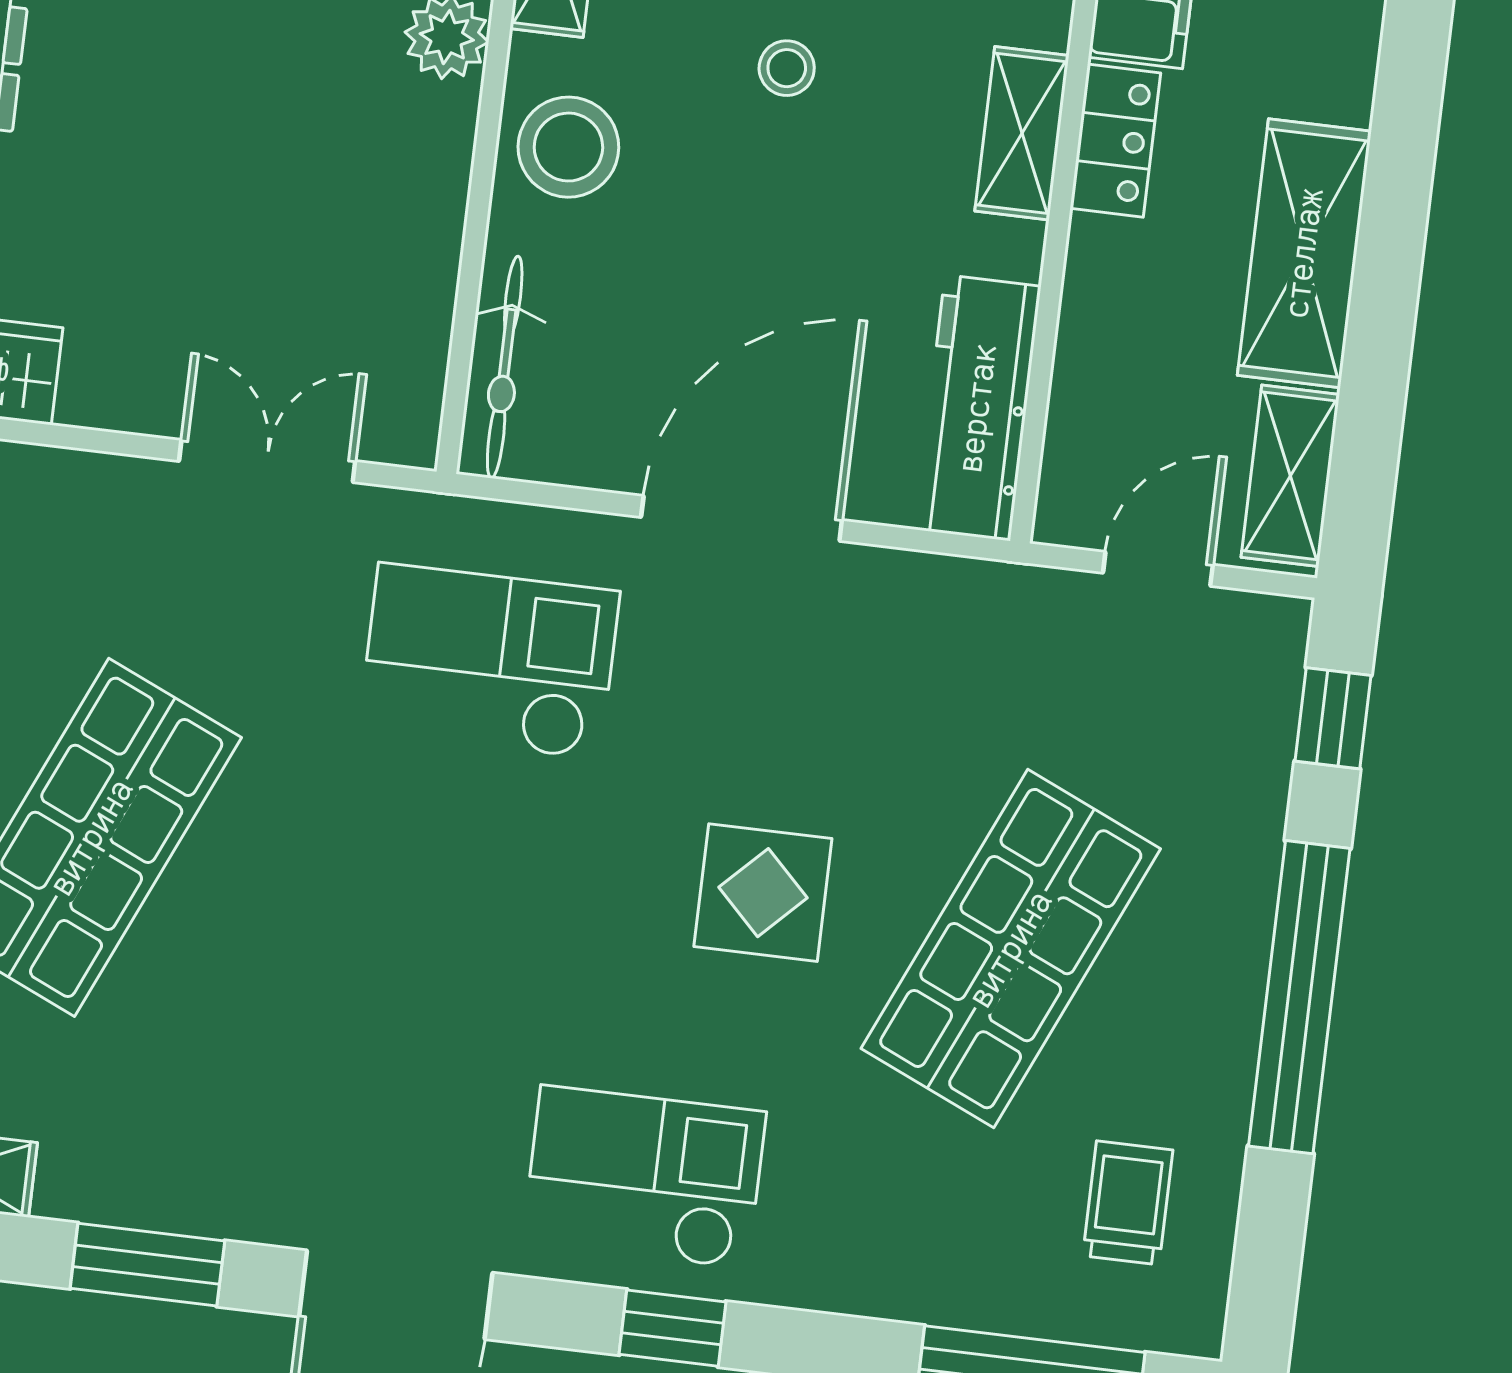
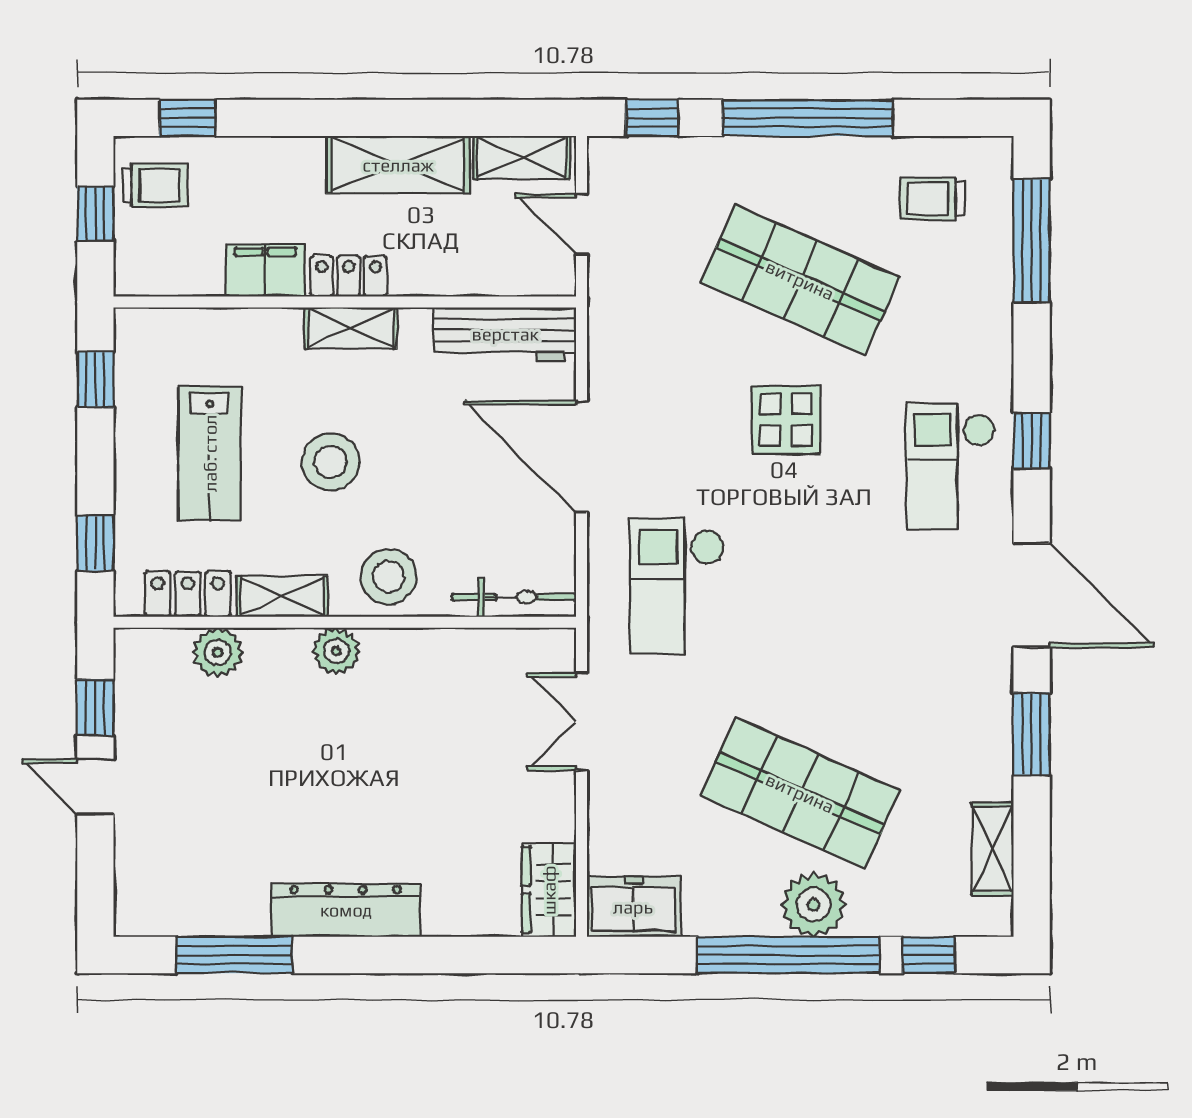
stool: (787, 68) -> (331, 462), width x1.89, depth x1.89

